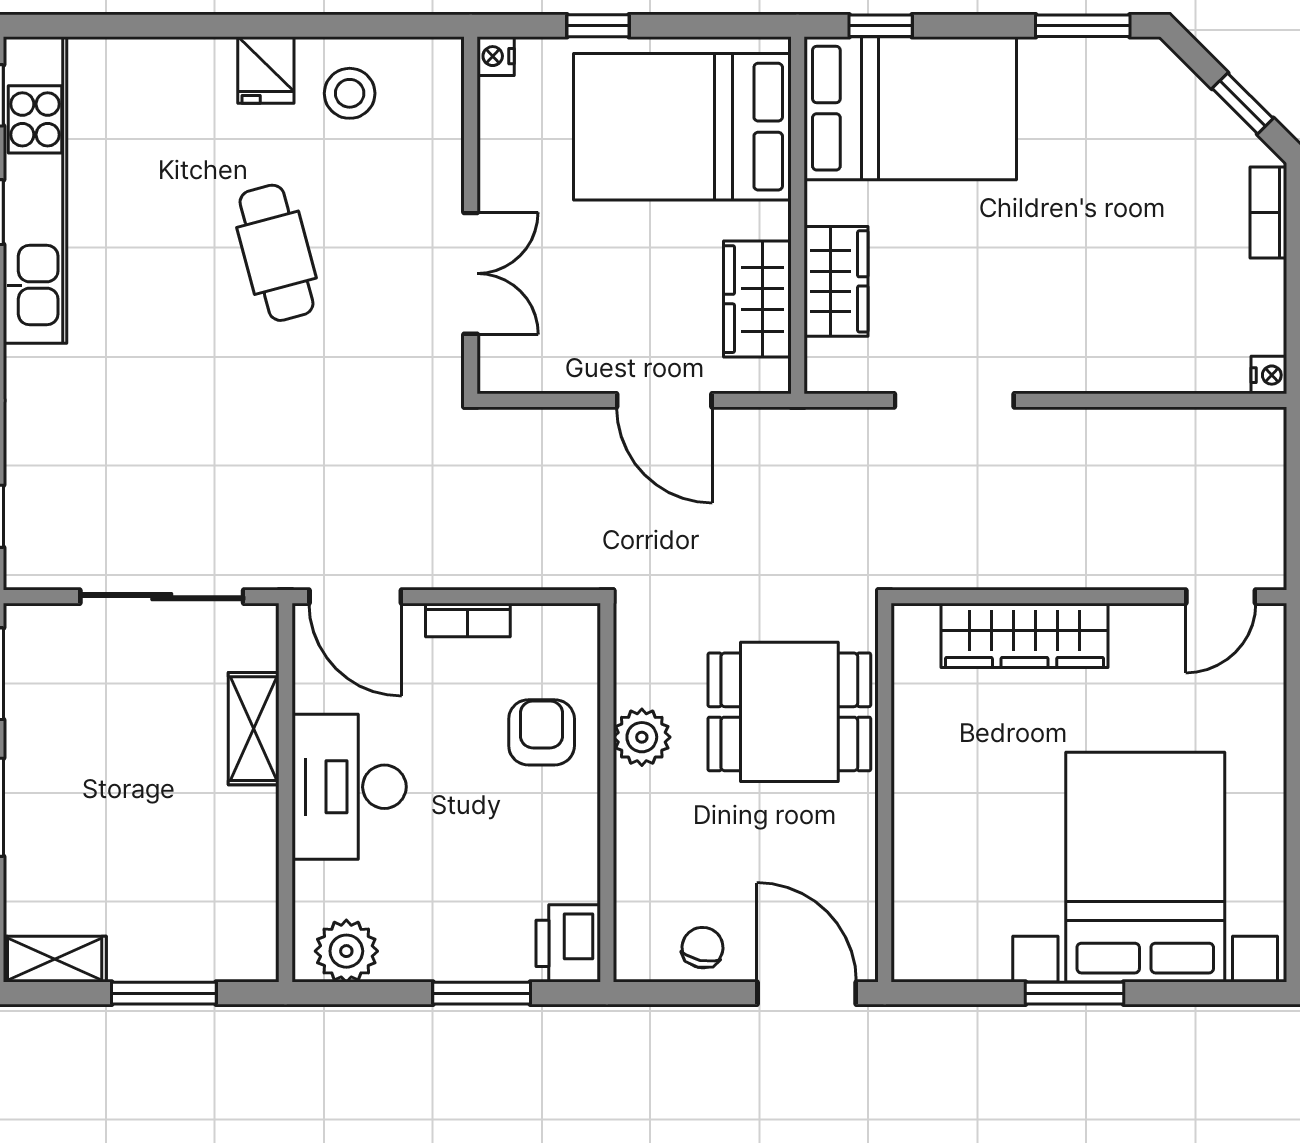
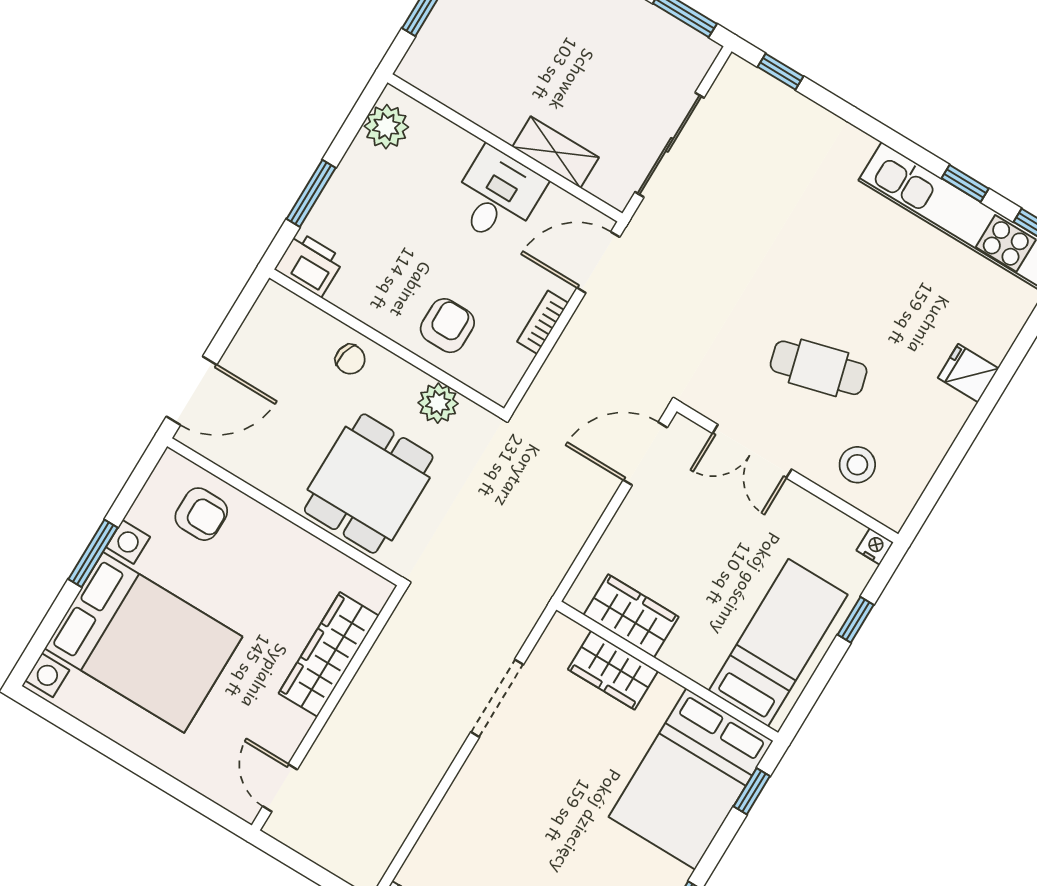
fridge: (266, 70) -> (968, 373), moved
stool: (350, 93) -> (857, 465), moved
bed: (682, 127) -> (778, 643), width x0.67
cafe table: (277, 253) -> (819, 368), moved
door: (664, 400) -> (645, 454), moved
armchair: (542, 732) -> (447, 326), turned -90
plant: (642, 737) -> (438, 403), moved
desk: (349, 787) -> (497, 196), width x0.73
armchair: (948, 891) -> (201, 514), added
chair: (702, 948) -> (350, 359), moved

